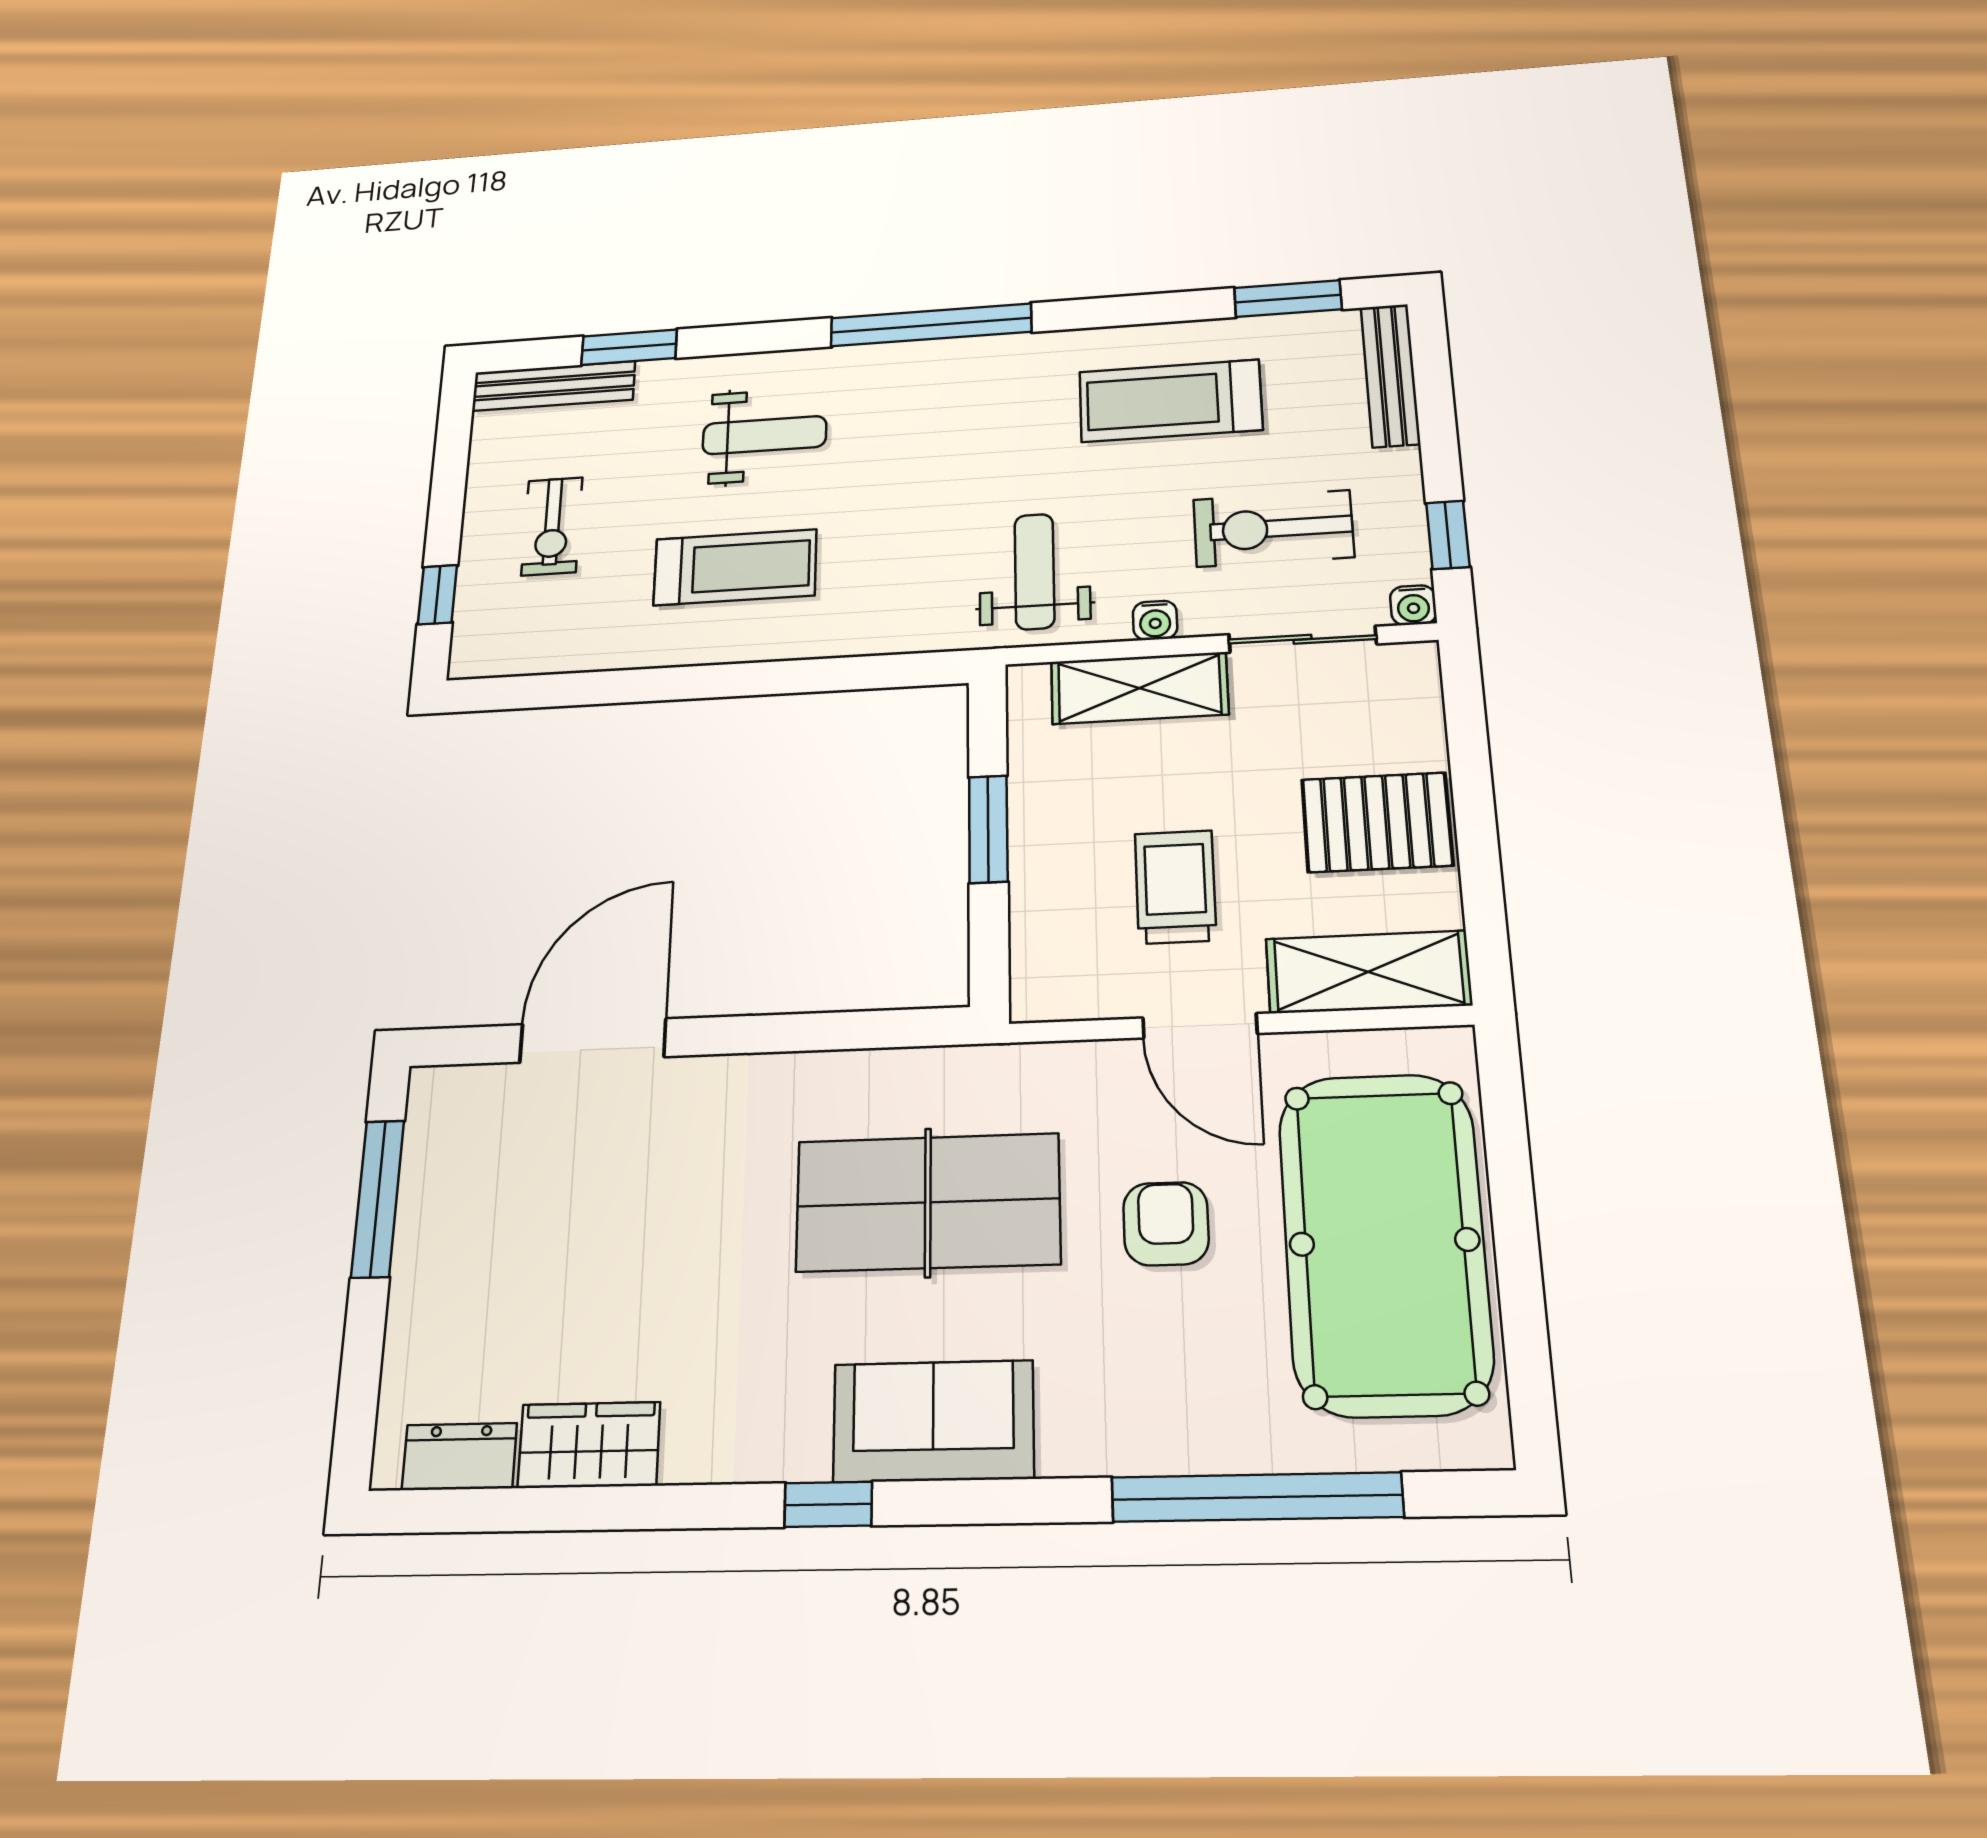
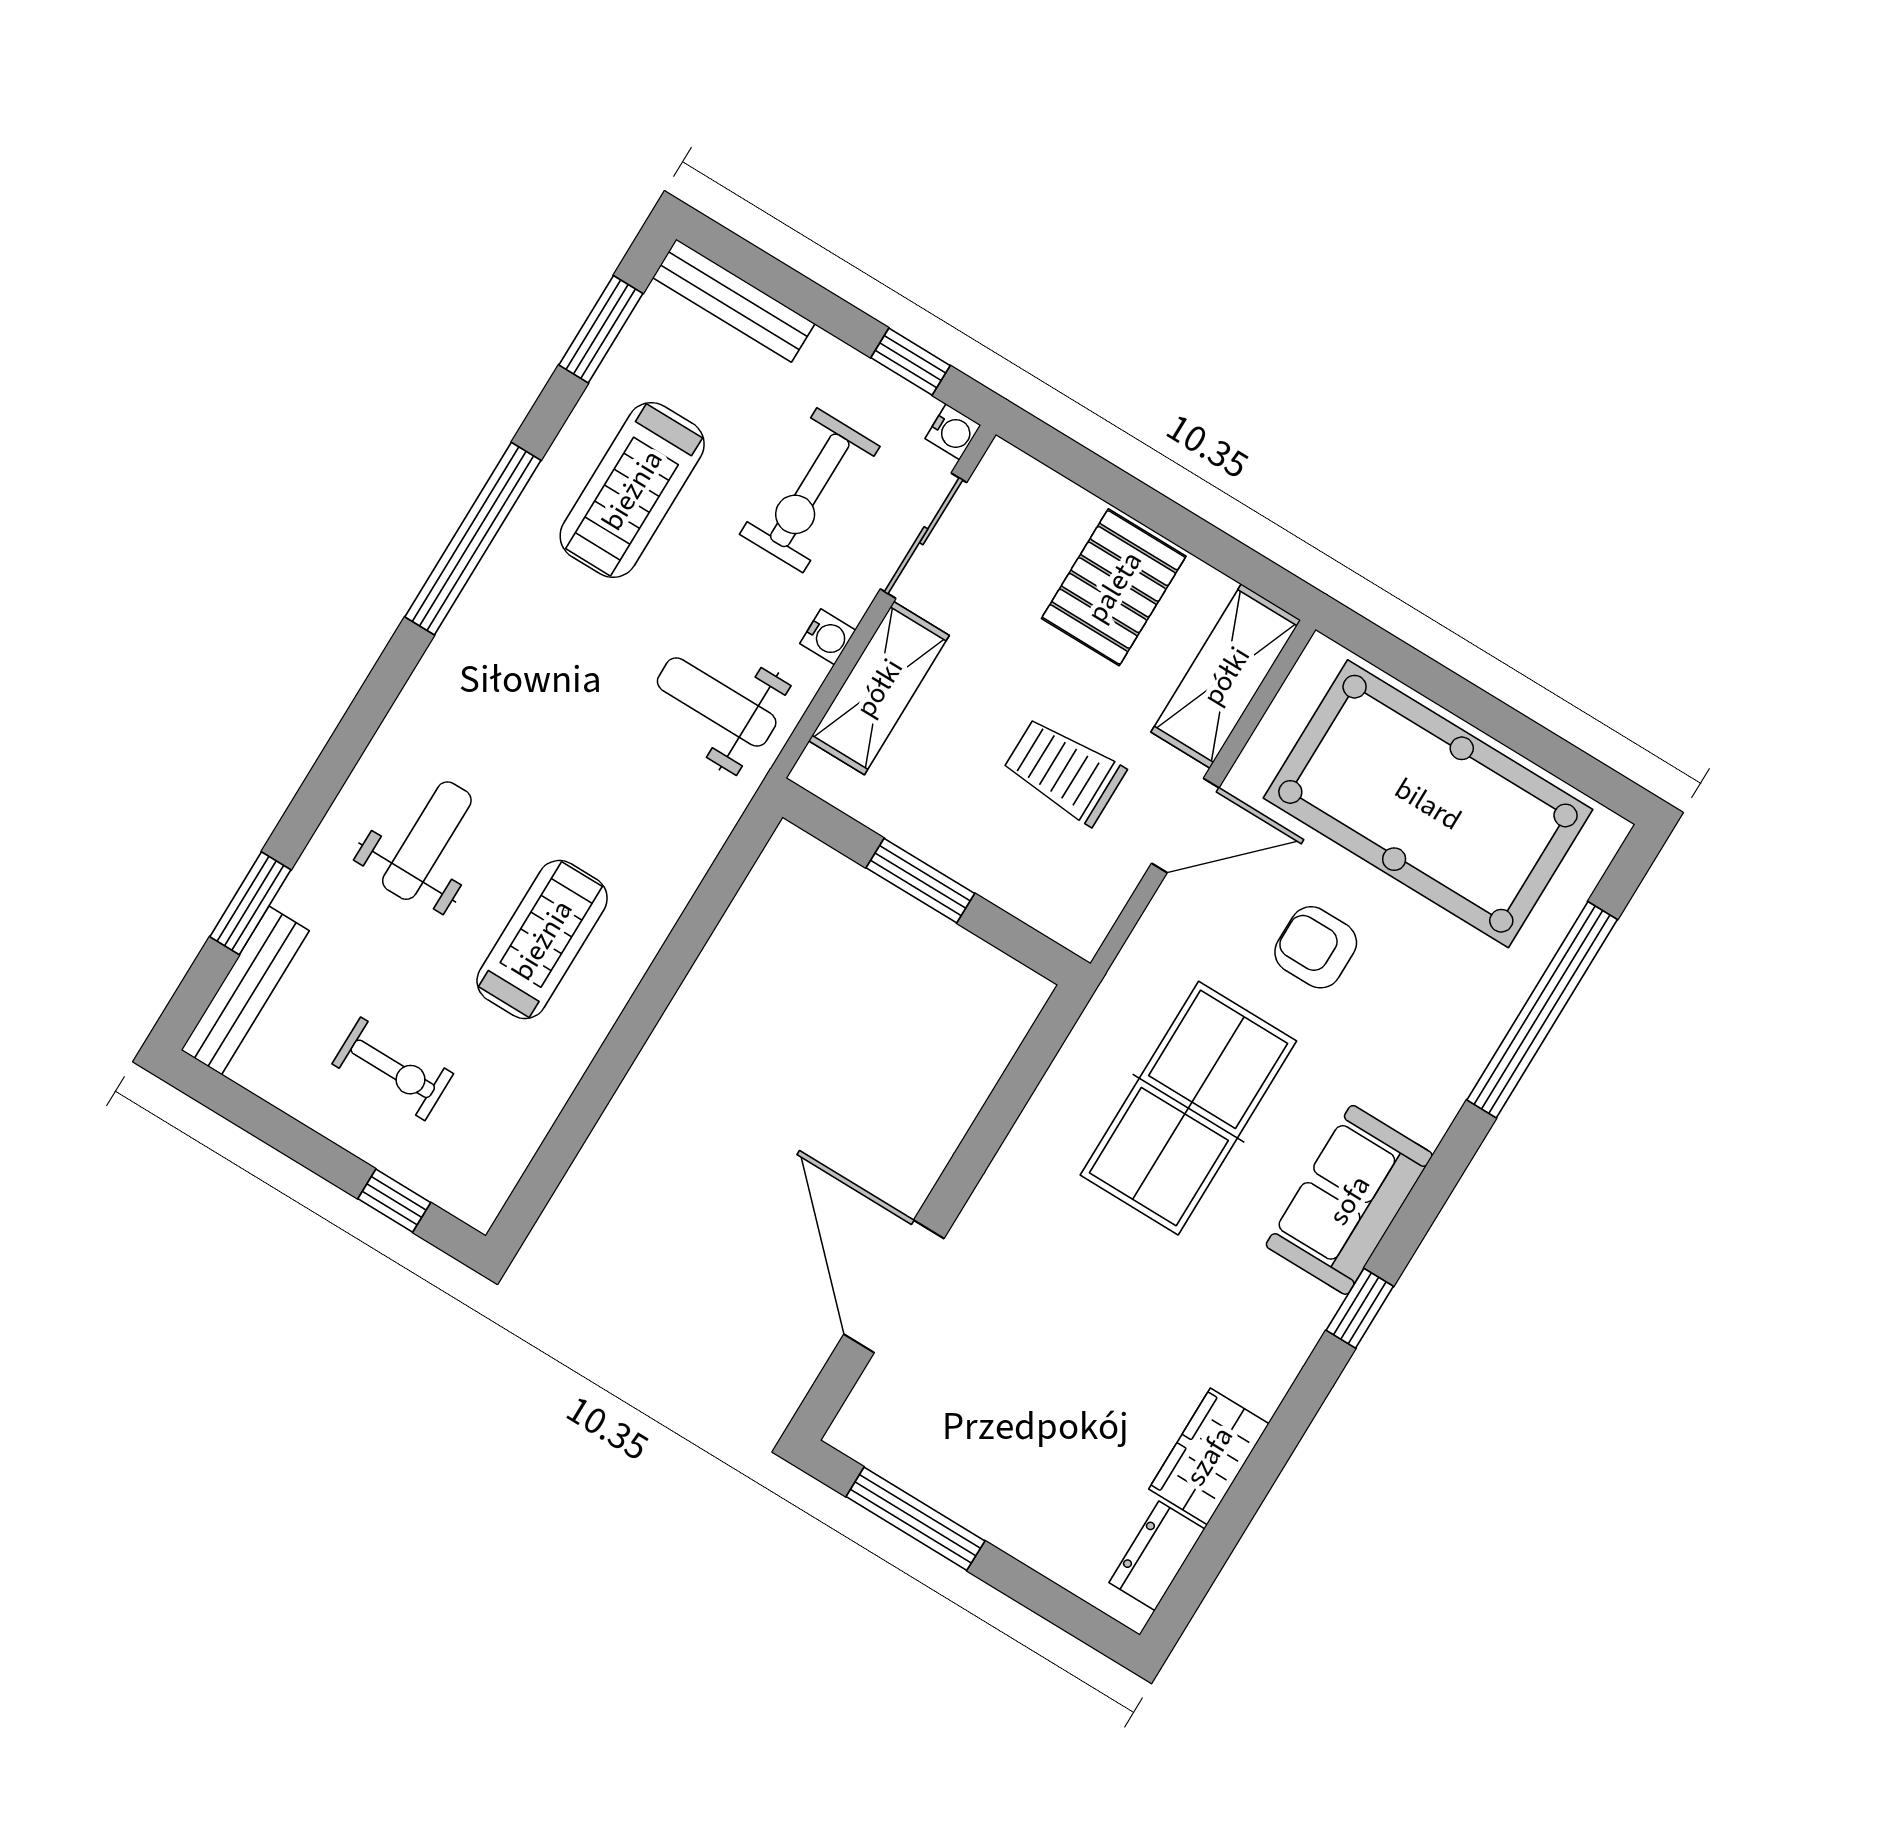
window: (931, 325) -> (473, 539), moved

